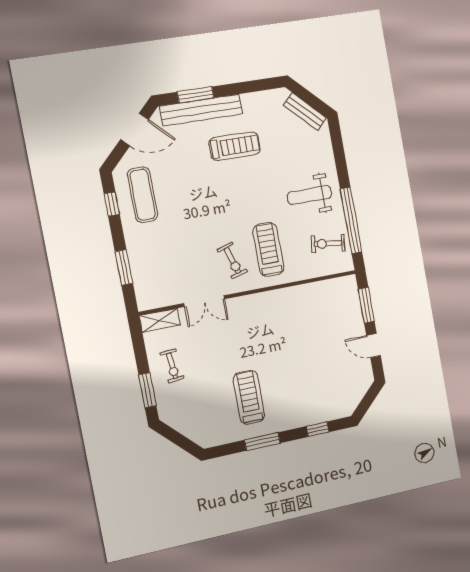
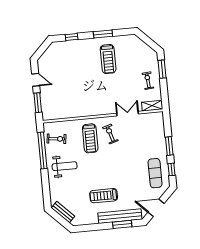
window: (124, 267) -> (169, 146), moved

